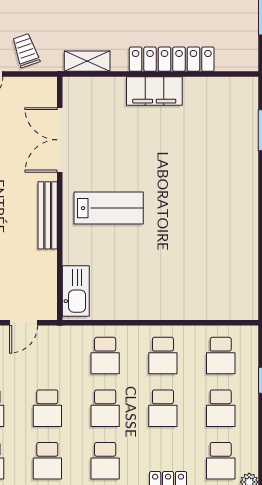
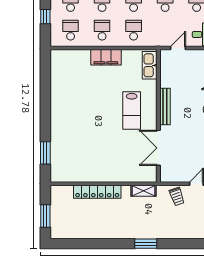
filing cabinet: (154, 91) -> (106, 57), moved, turned 180
double door: (60, 140) -> (158, 148), swing flipped
lab bench: (109, 208) -> (132, 111), turned -90

